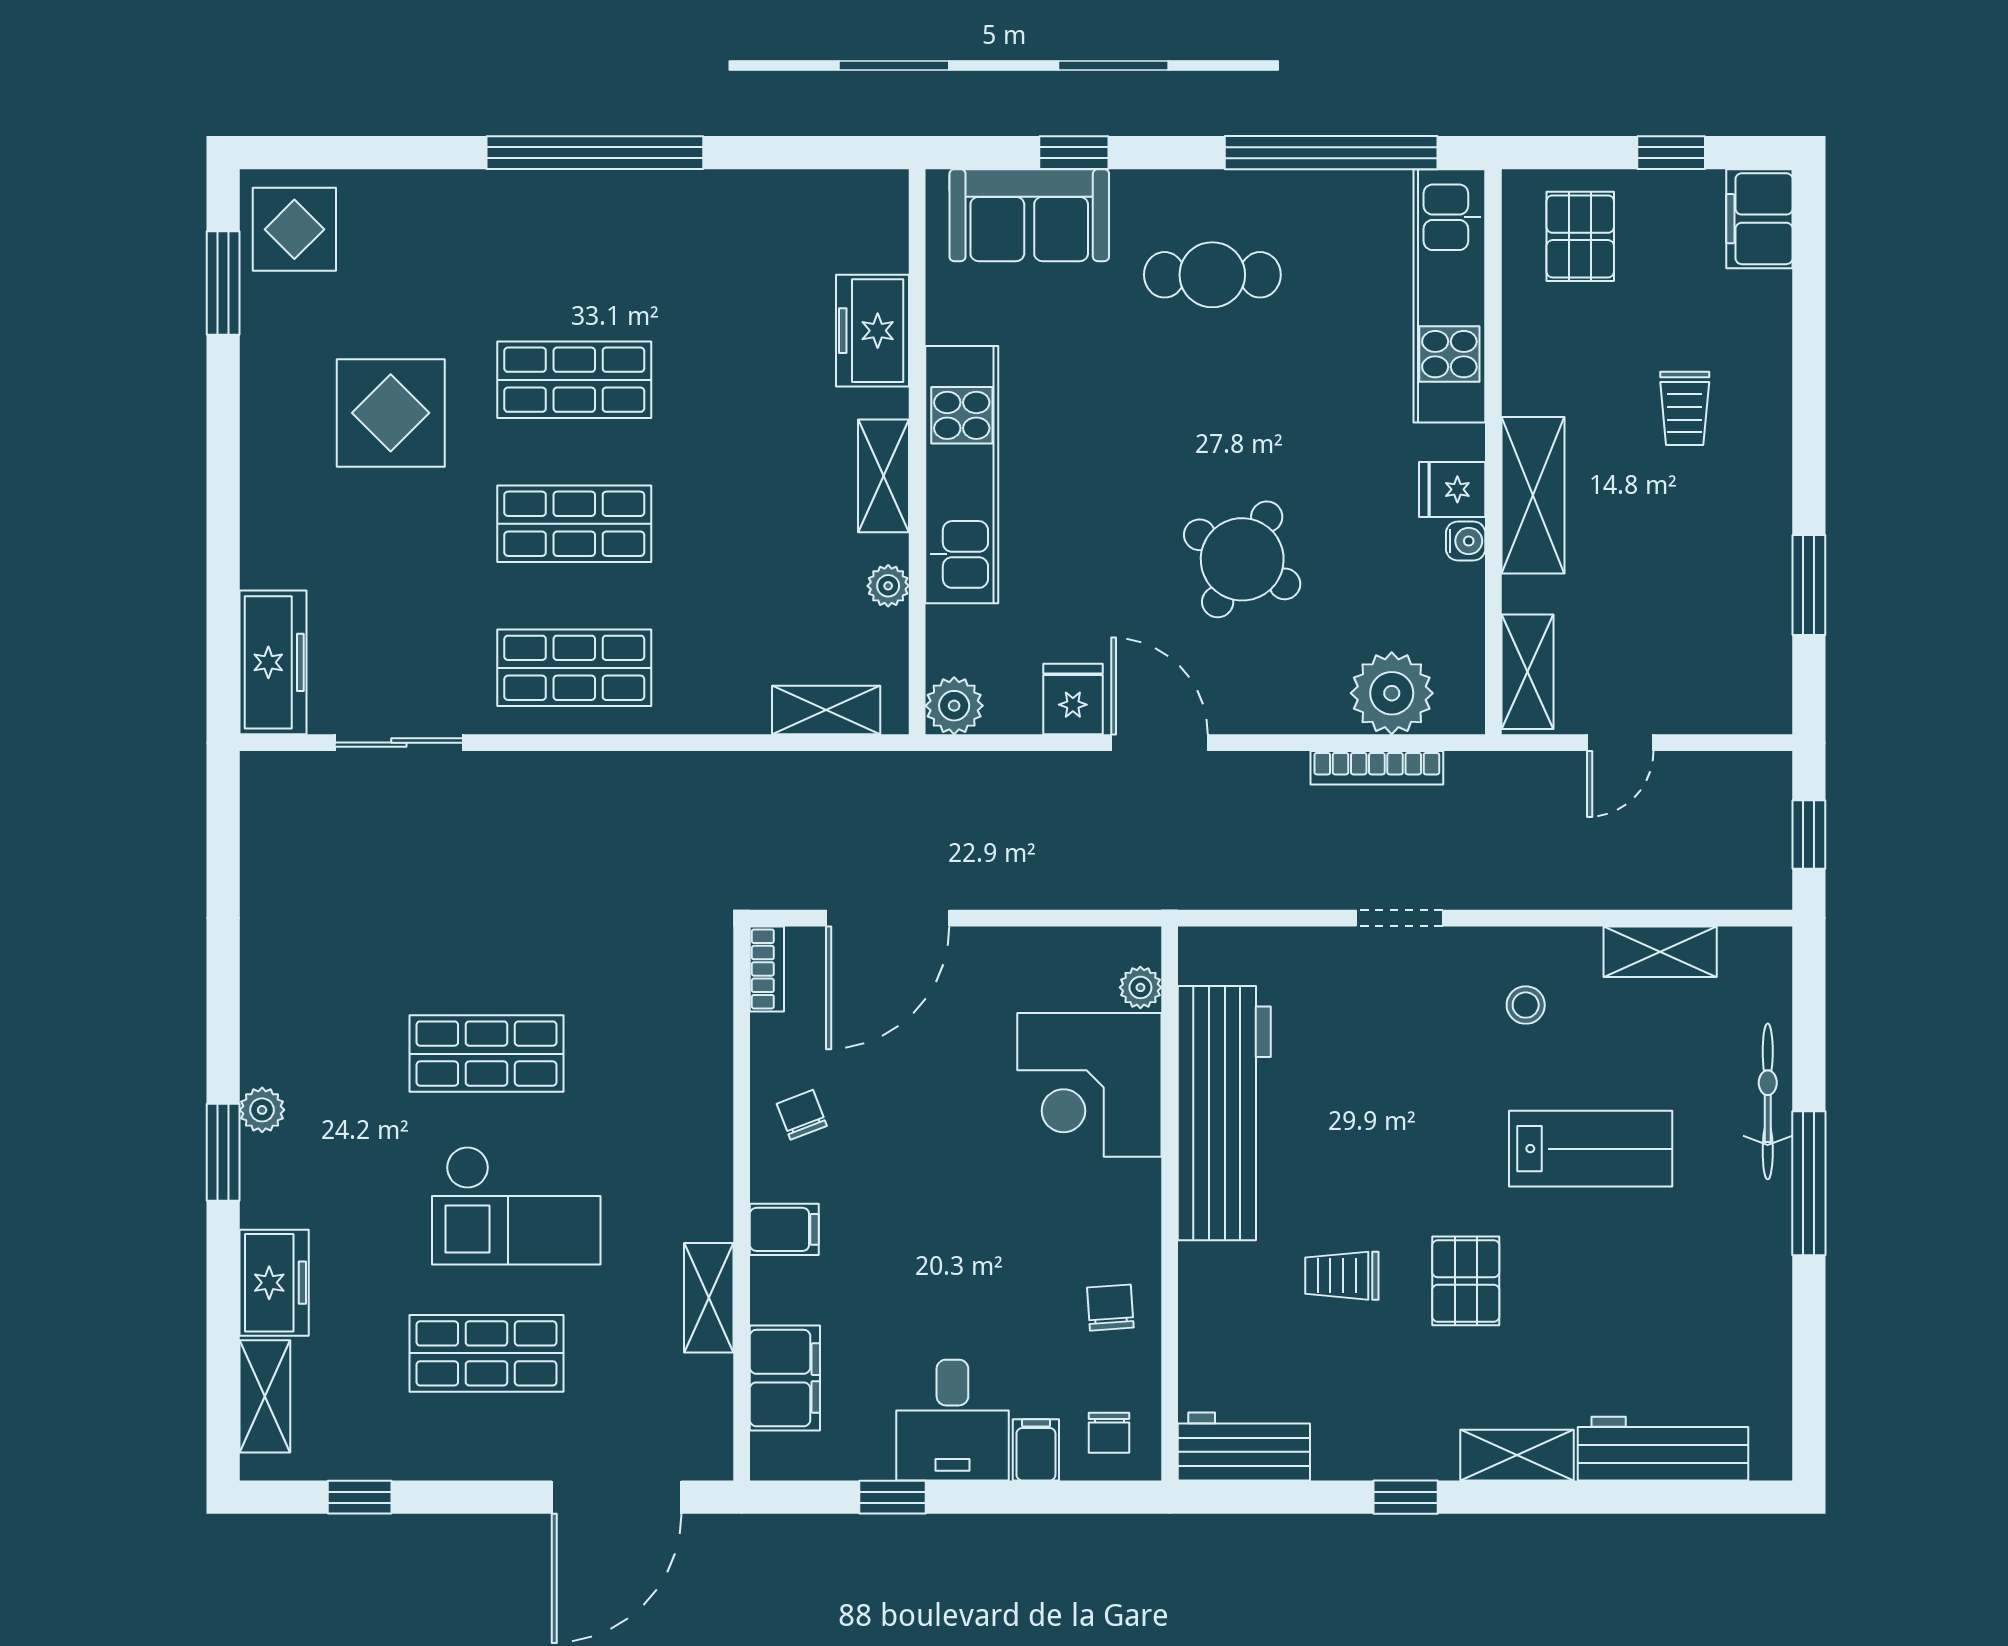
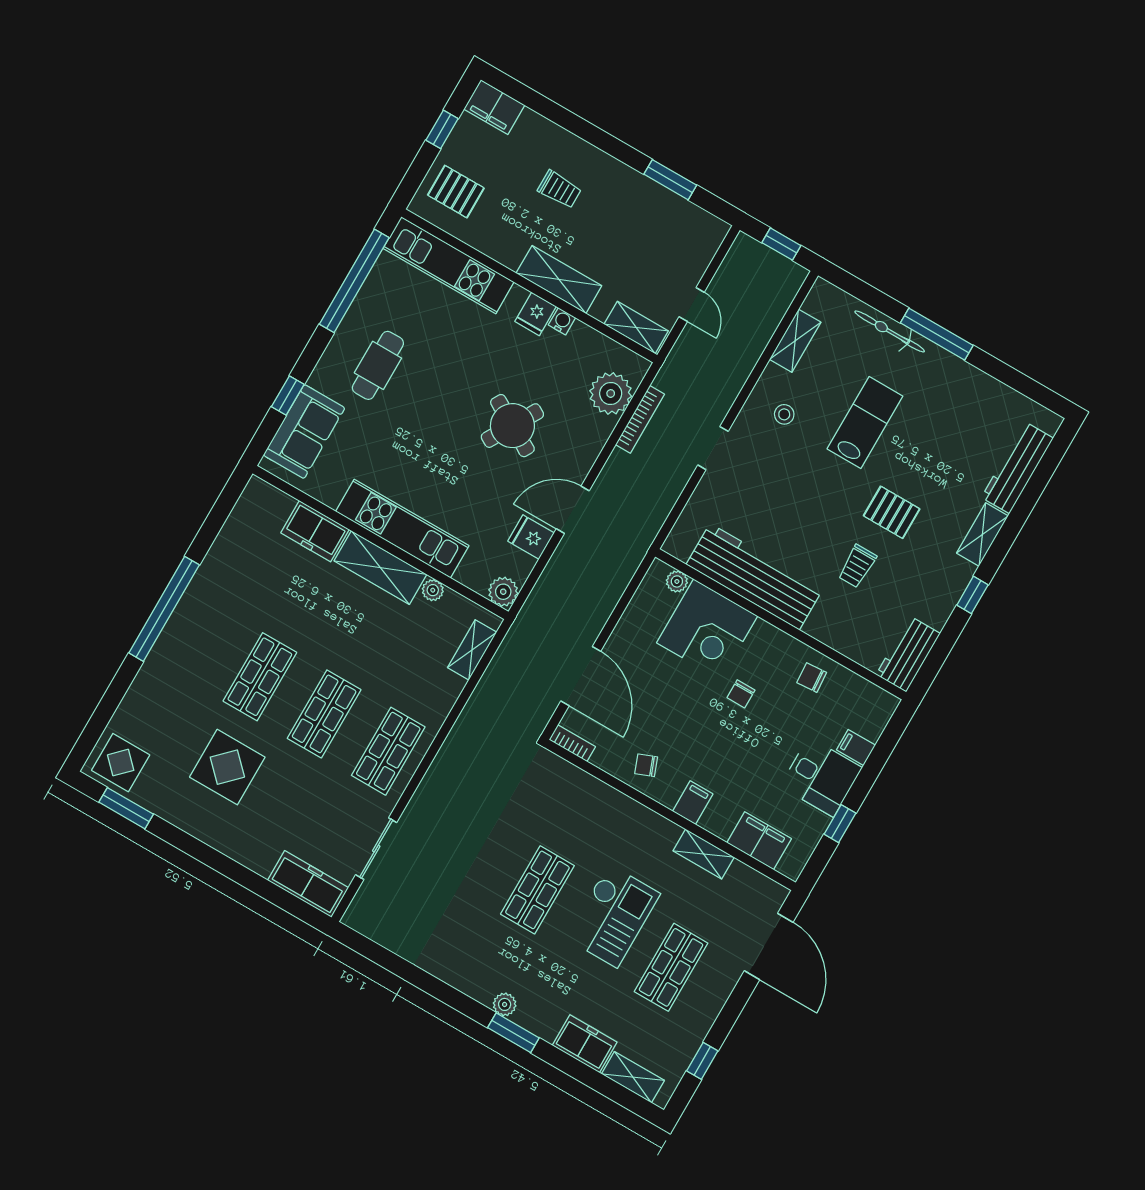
shelving: (884, 476) -> (380, 568), width x1.50, depth x1.33
chair: (1109, 1433) -> (741, 694), moved, turned 90

